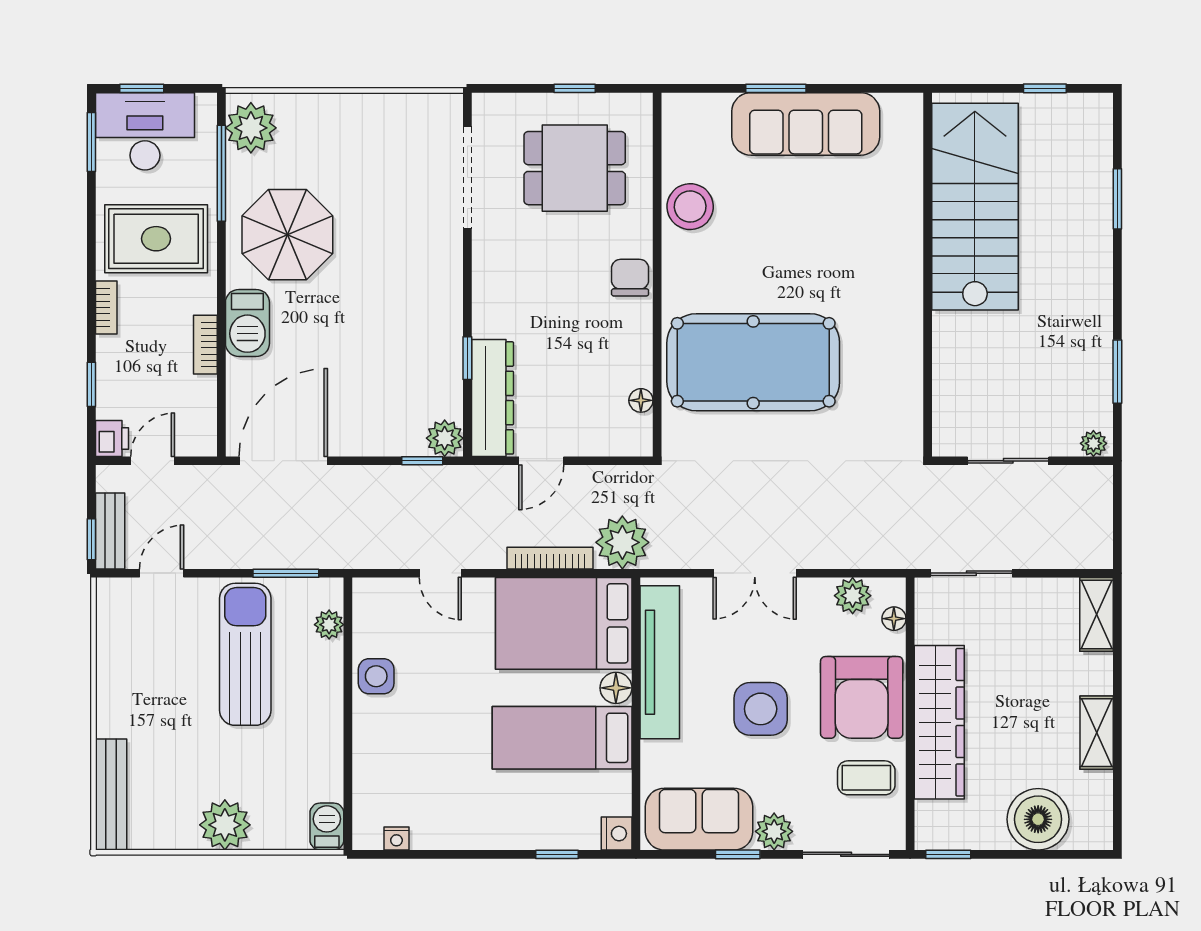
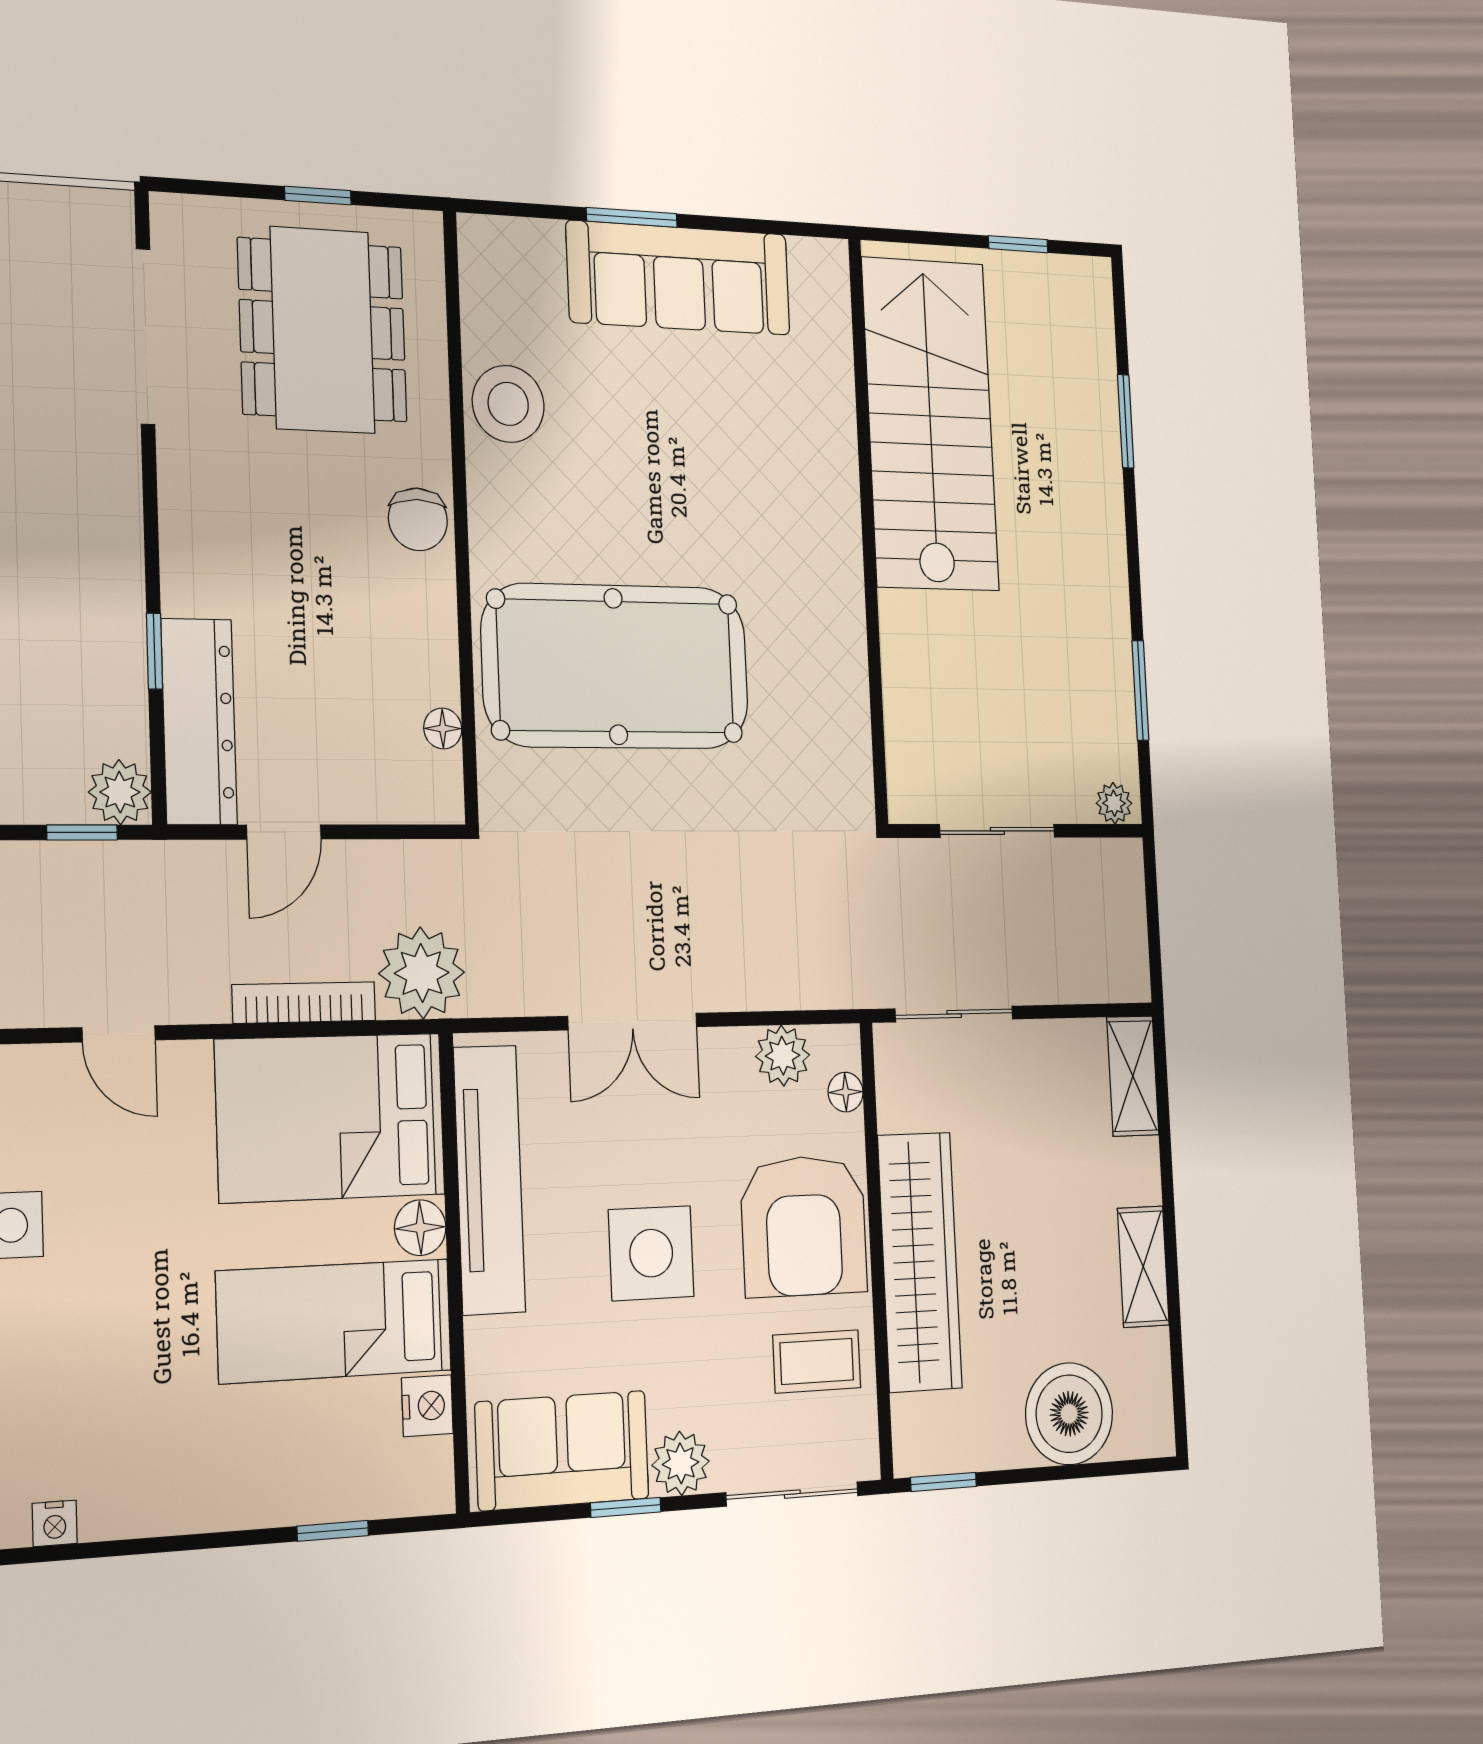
dining table: (575, 168) -> (323, 330), width x1.38
chair: (630, 278) -> (418, 519), turned 180
nightstand: (617, 834) -> (427, 1406), moved

